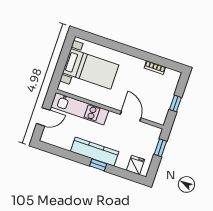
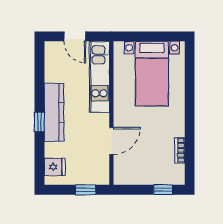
window: (175, 103) -> (163, 190), moved

